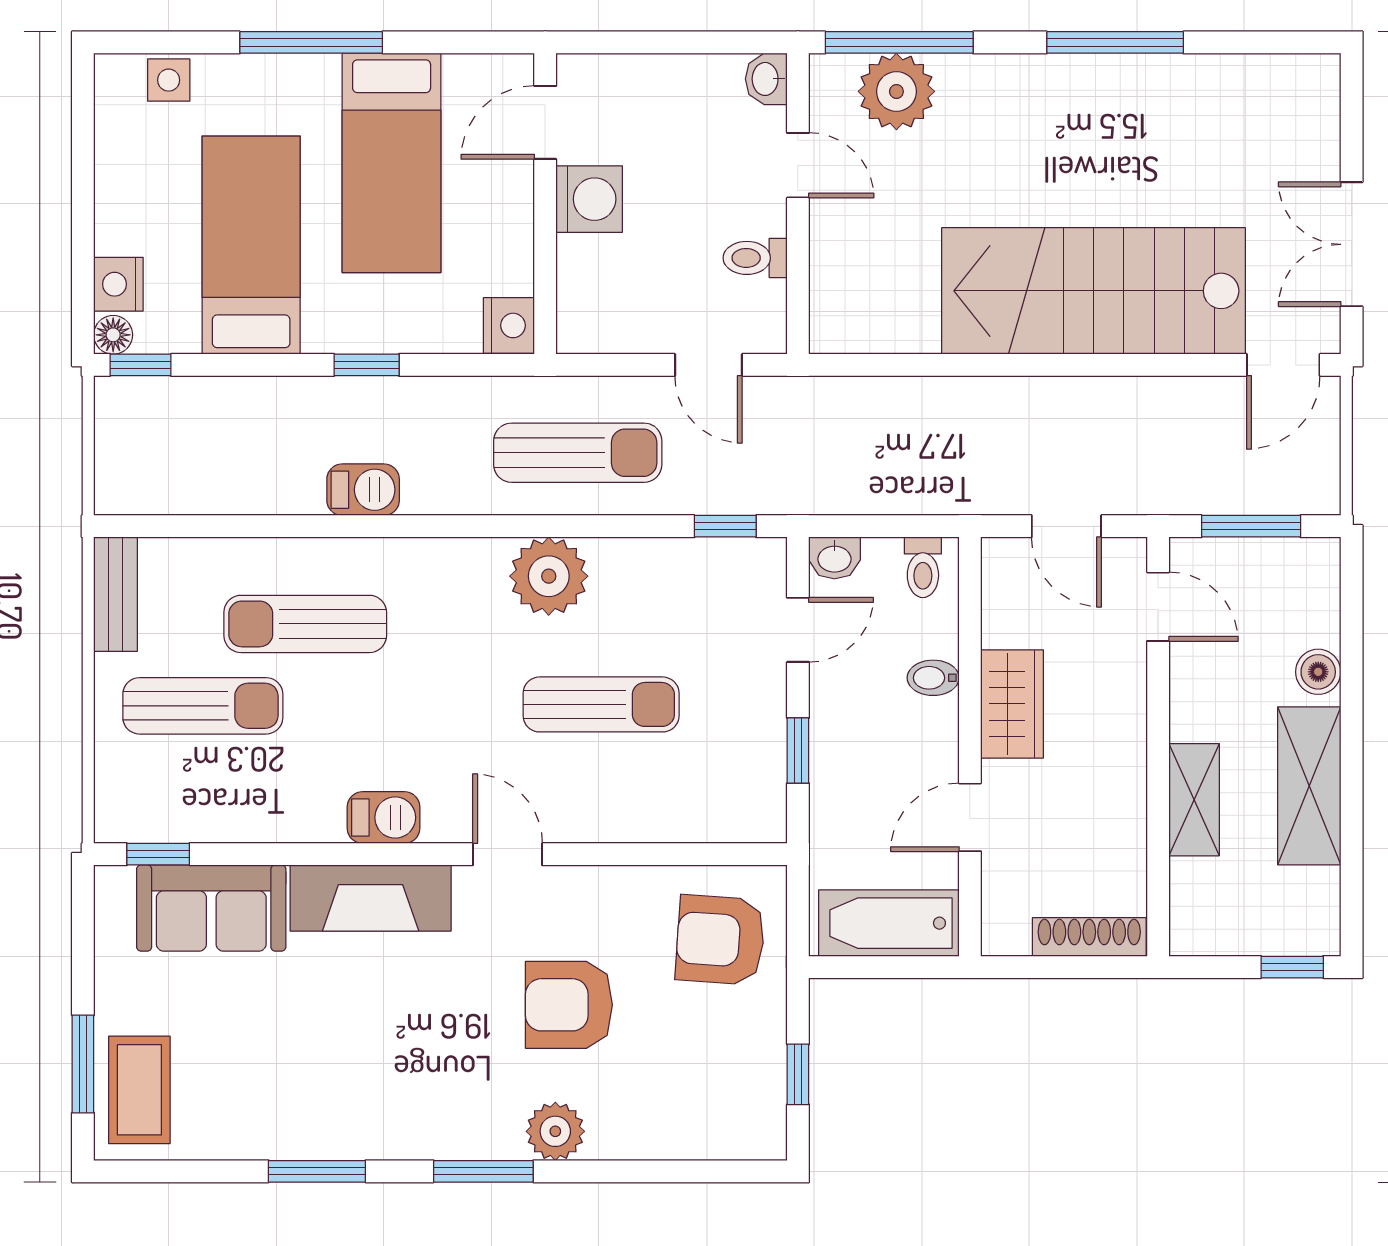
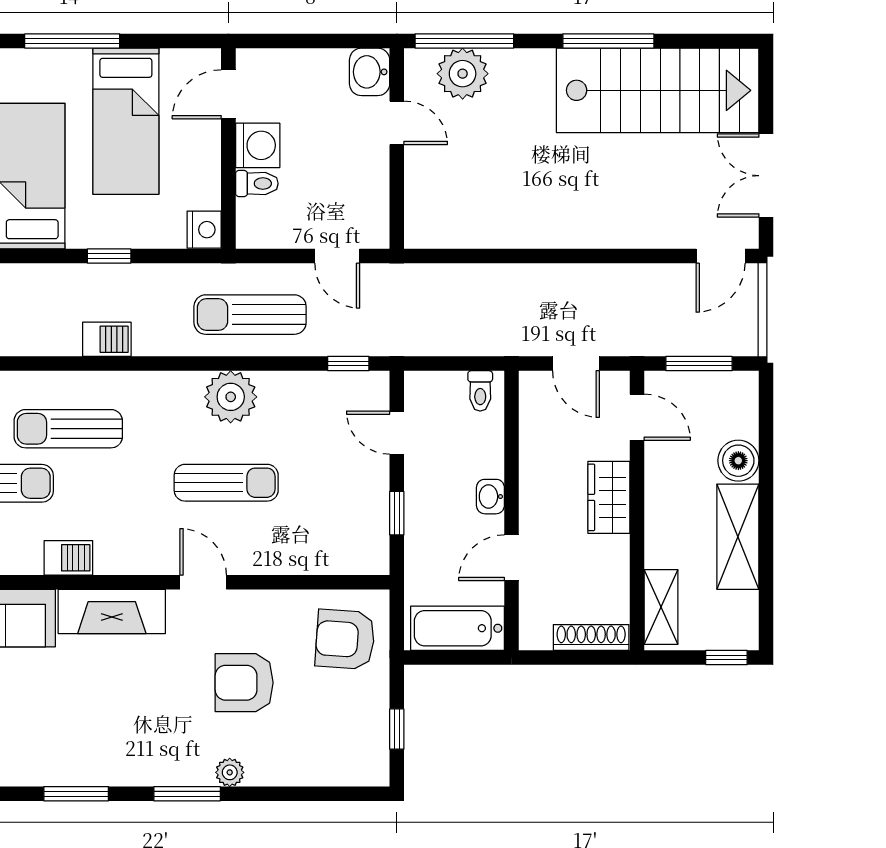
washbasin: (766, 79) -> (370, 72), width x1.38, depth x1.45
toilet: (755, 258) -> (257, 184), moved, turned 180
stairs: (1093, 291) -> (658, 90), moved, turned 180
sun lounger: (578, 453) -> (250, 315), turned 180
washbasin: (834, 558) -> (490, 497), moved, turned 90
door: (798, 630) -> (397, 433), swing flipped
boiler: (1318, 672) -> (738, 461), width x1.36, depth x1.36
bidet: (933, 678) -> (487, 465), removed
sun lounger: (601, 704) -> (226, 483), moved
wardrobe: (1012, 704) -> (609, 497), moved, turned 180
shelving: (1194, 800) -> (661, 607), moved
barbecue: (384, 818) -> (68, 558), moved
plant: (555, 1131) -> (230, 772), width x0.73, depth x0.73

